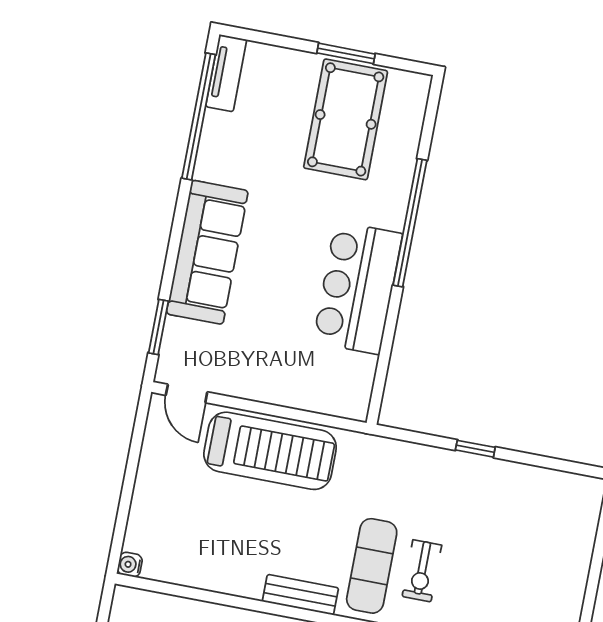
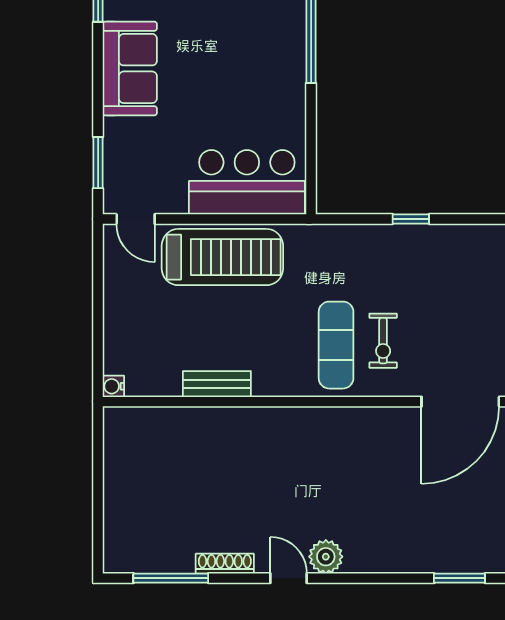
sofa: (207, 252) -> (130, 68), width x0.73
bar counter: (358, 288) -> (247, 182), moved, turned 90
bench: (300, 595) -> (217, 384), moved

